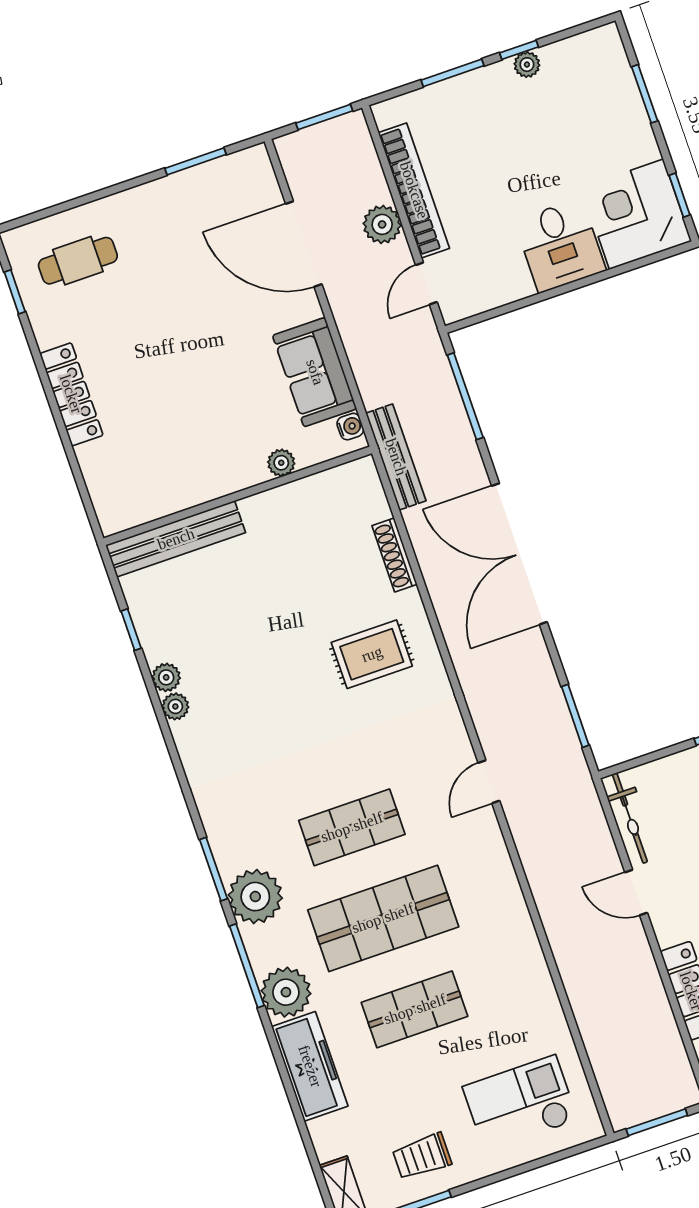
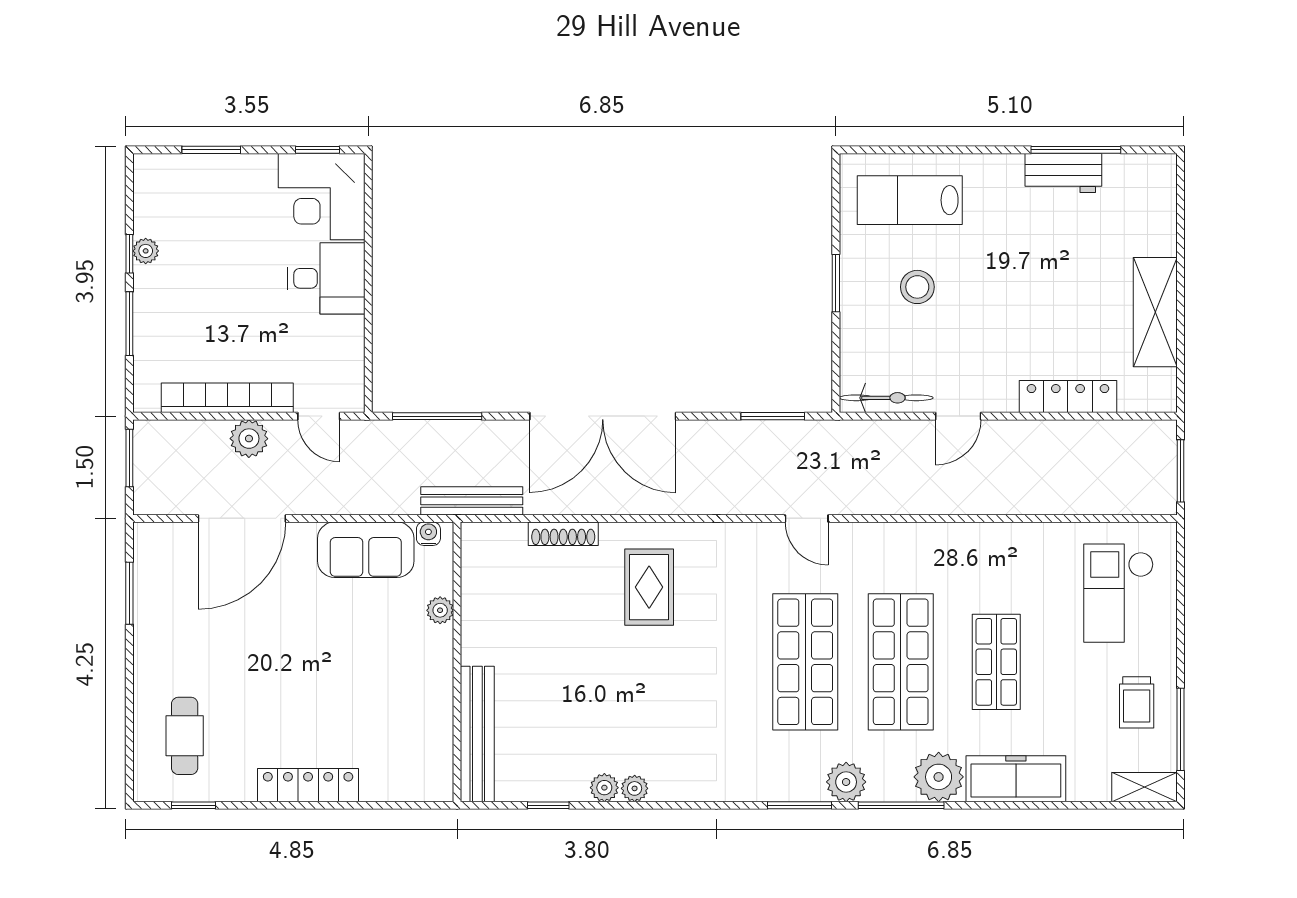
shop shelf: (352, 827) -> (805, 662), width x1.43, depth x1.36
plant: (255, 897) -> (846, 782), width x0.73, depth x0.73

